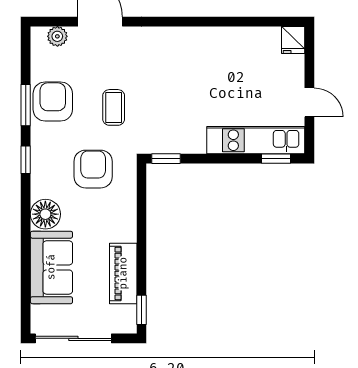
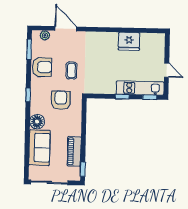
fridge: (293, 40) -> (129, 41), moved, width x1.88, depth x1.34
armchair: (53, 102) -> (42, 67), turned 90
window: (26, 105) -> (29, 49), moved
window: (166, 159) -> (122, 97), moved

